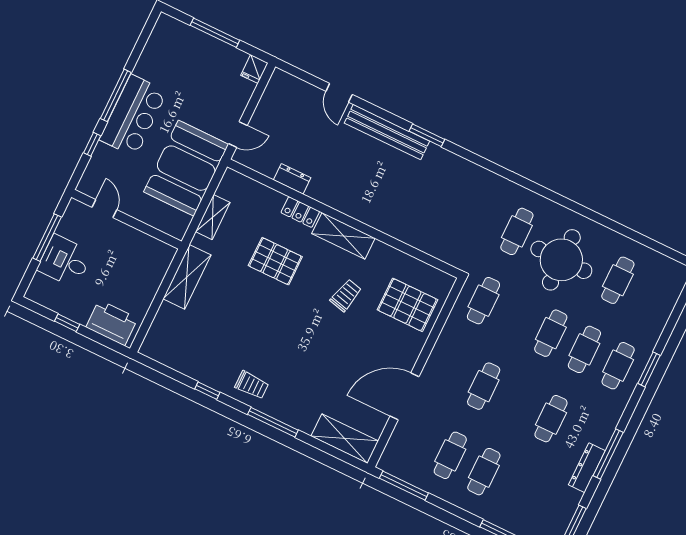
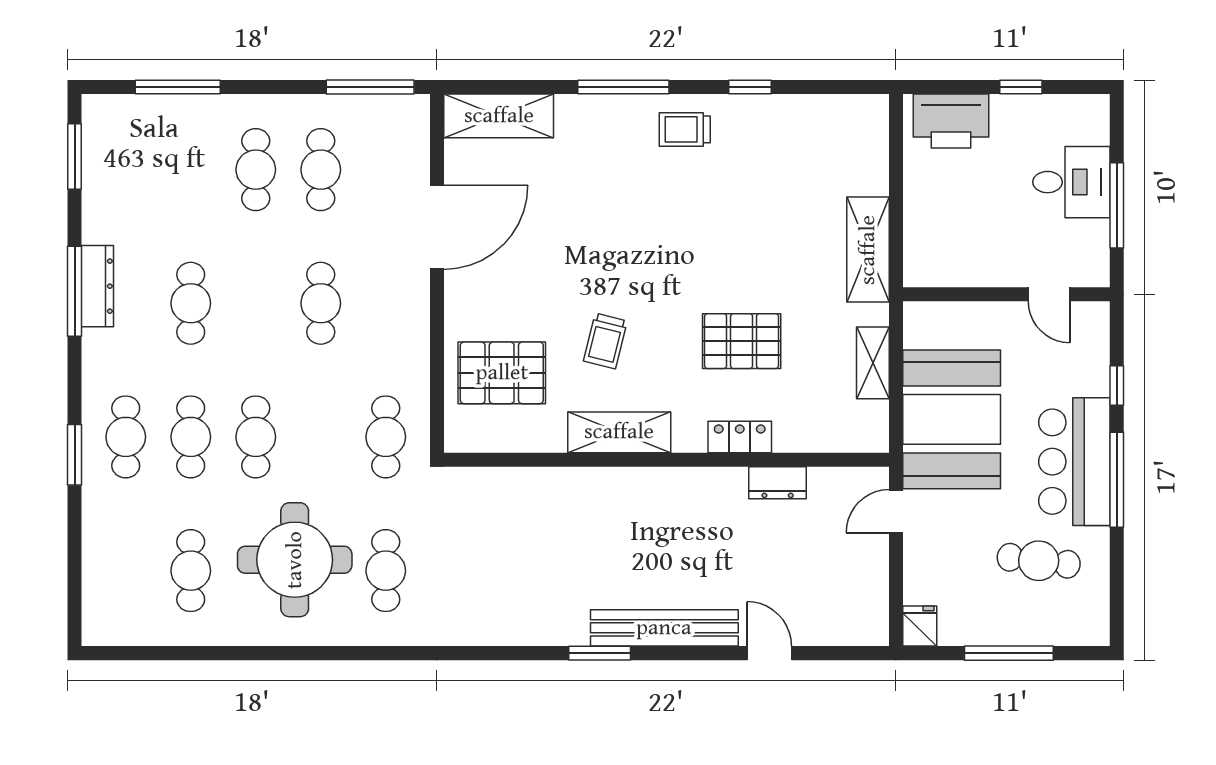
cafe table: (176, 73) -> (1039, 561), added
shelving: (343, 236) -> (619, 432), moved
dresser: (587, 468) -> (97, 286), moved

